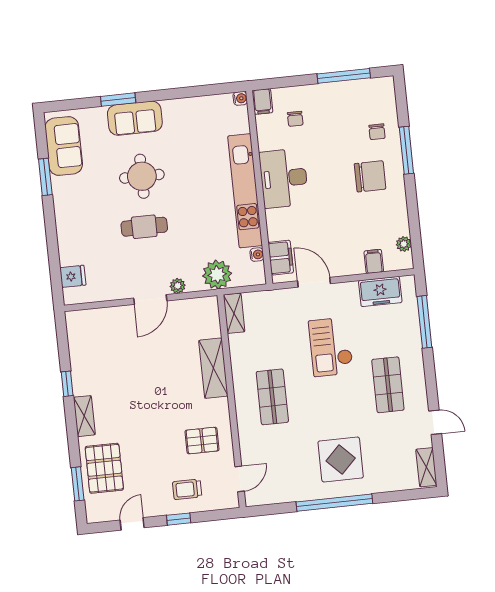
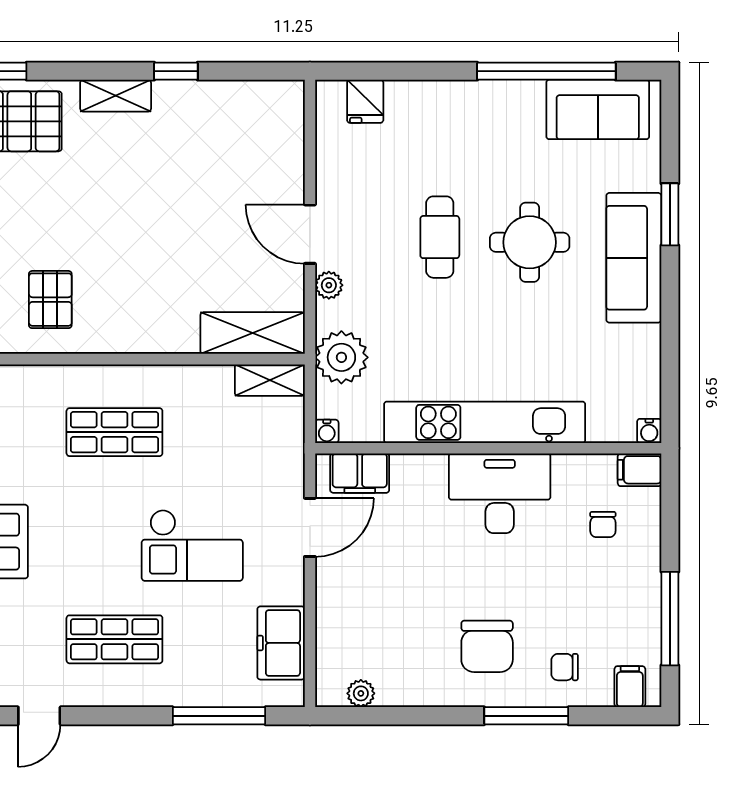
sofa: (135, 118) -> (634, 258), width x1.36
chair: (295, 119) -> (603, 525), turned -90
window: (45, 177) -> (546, 71), width x2.11
water cooler: (257, 255) -> (327, 431), moved
filing cabinet: (374, 261) -> (630, 687), moved, turned -90
checkout: (331, 347) -> (192, 545), turned 180
shelving: (213, 368) -> (253, 333), moved

